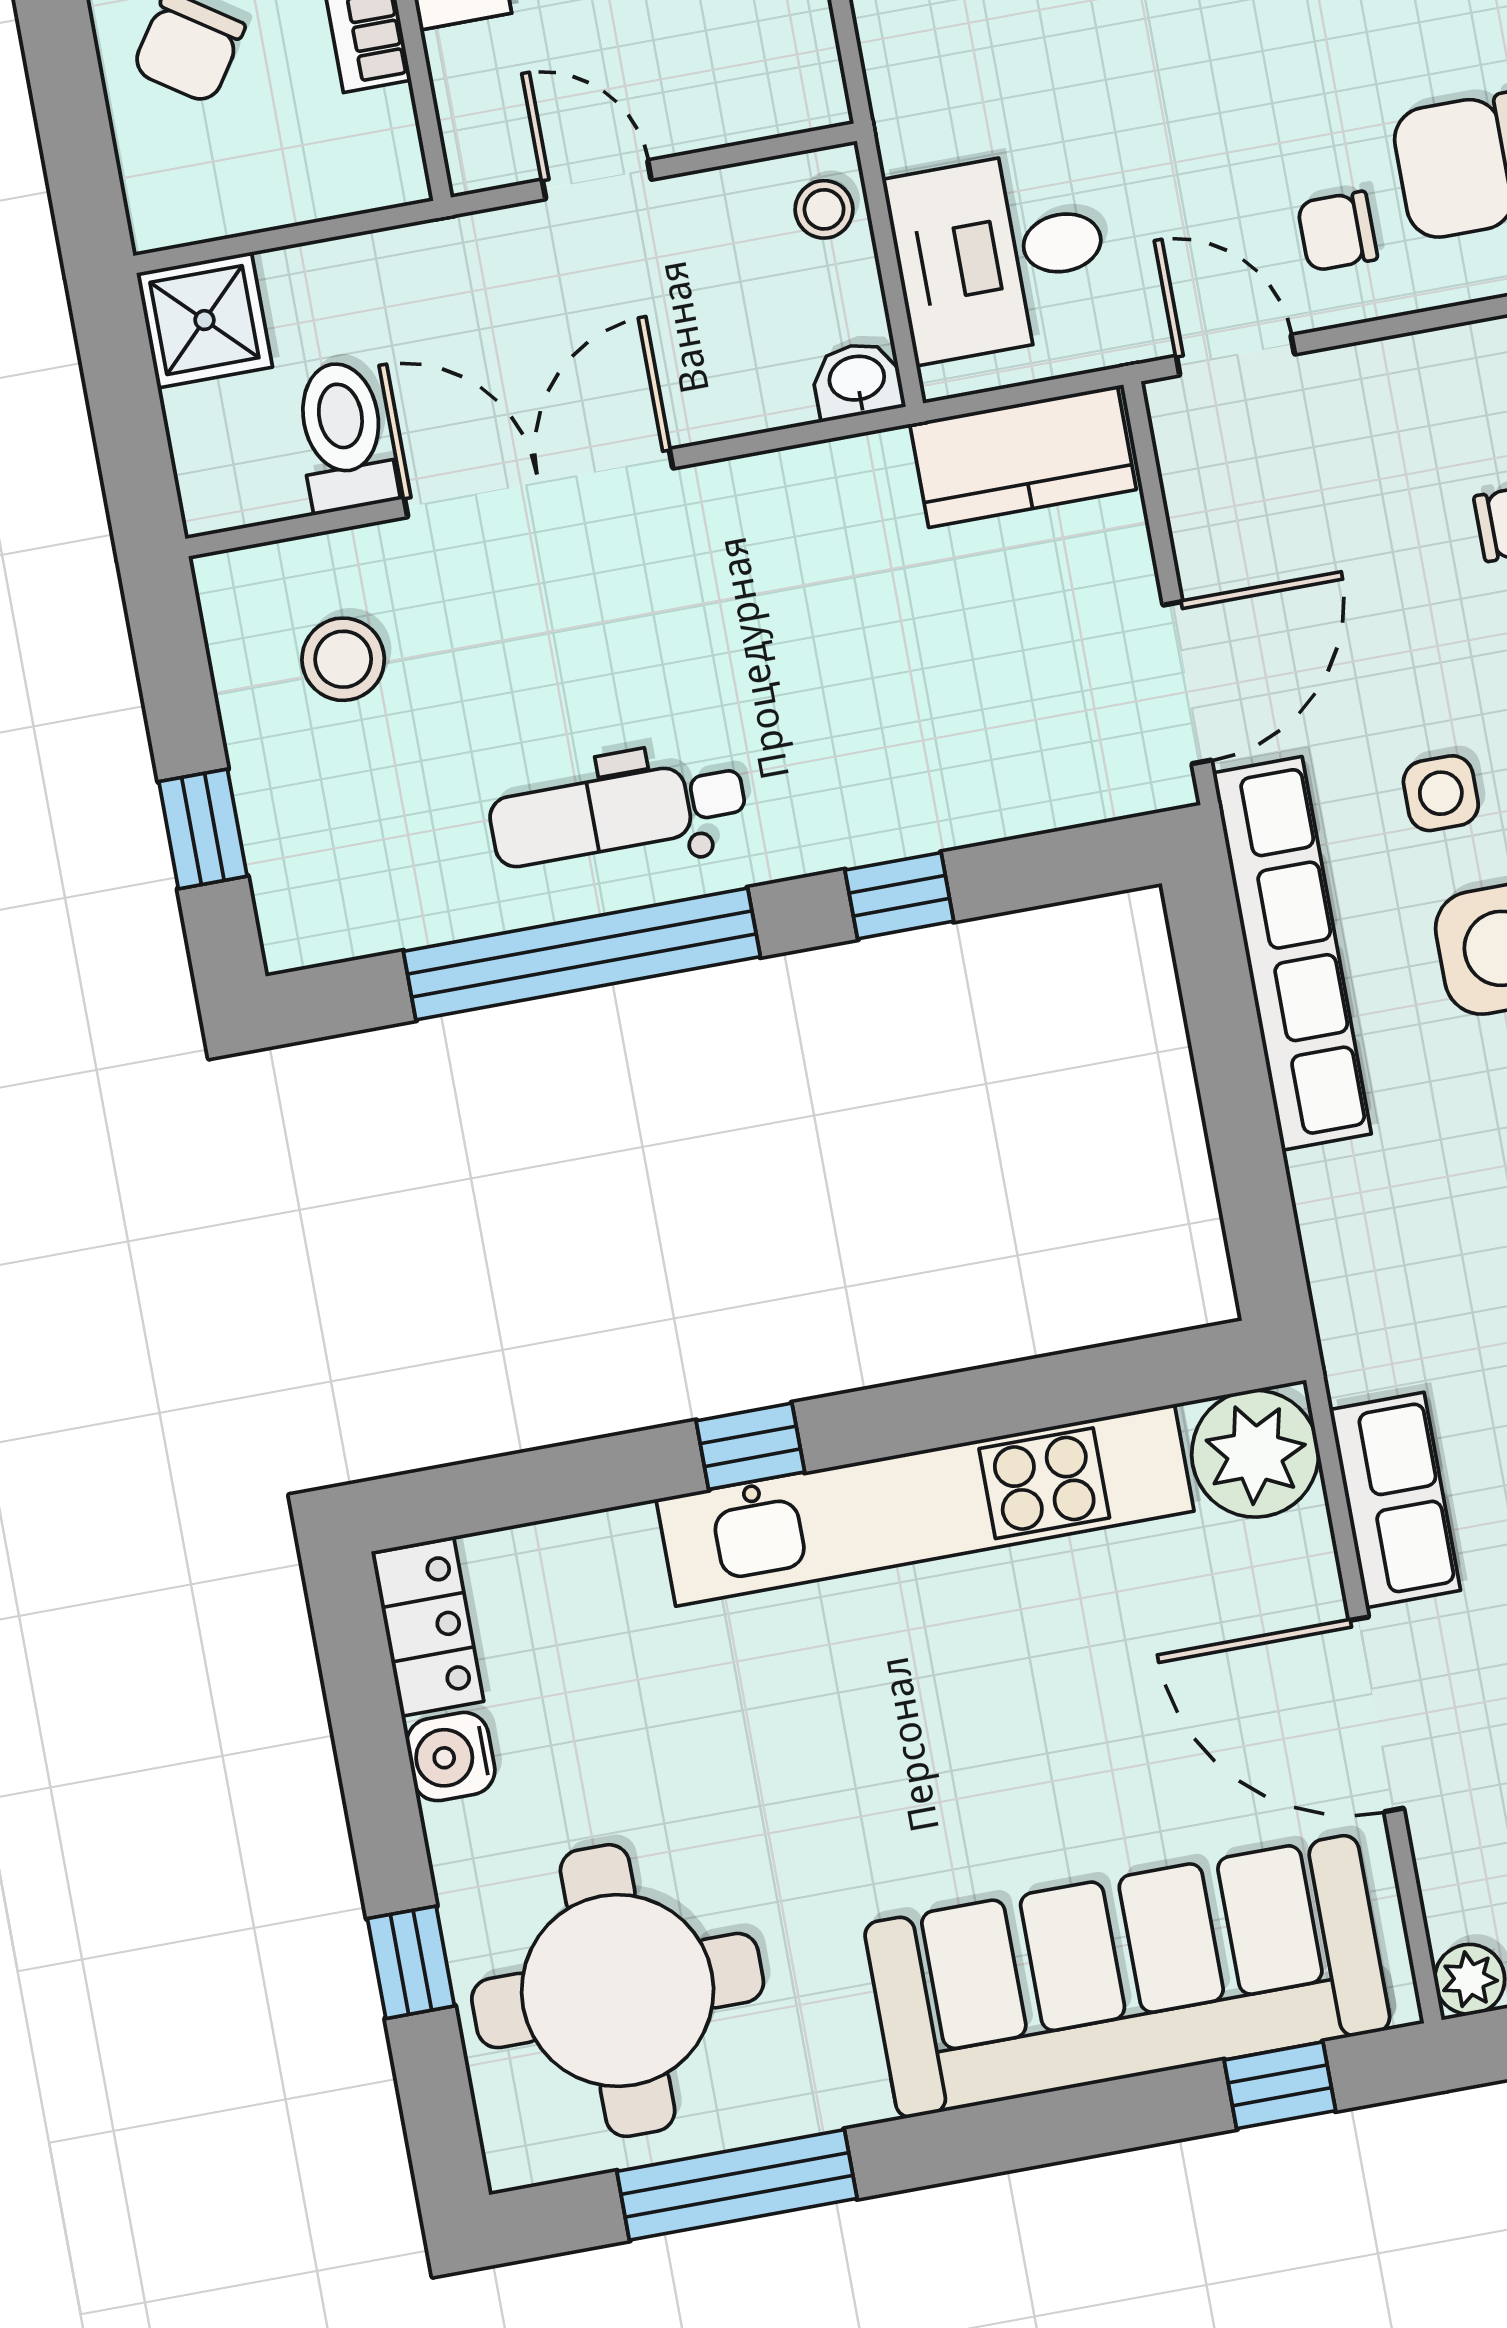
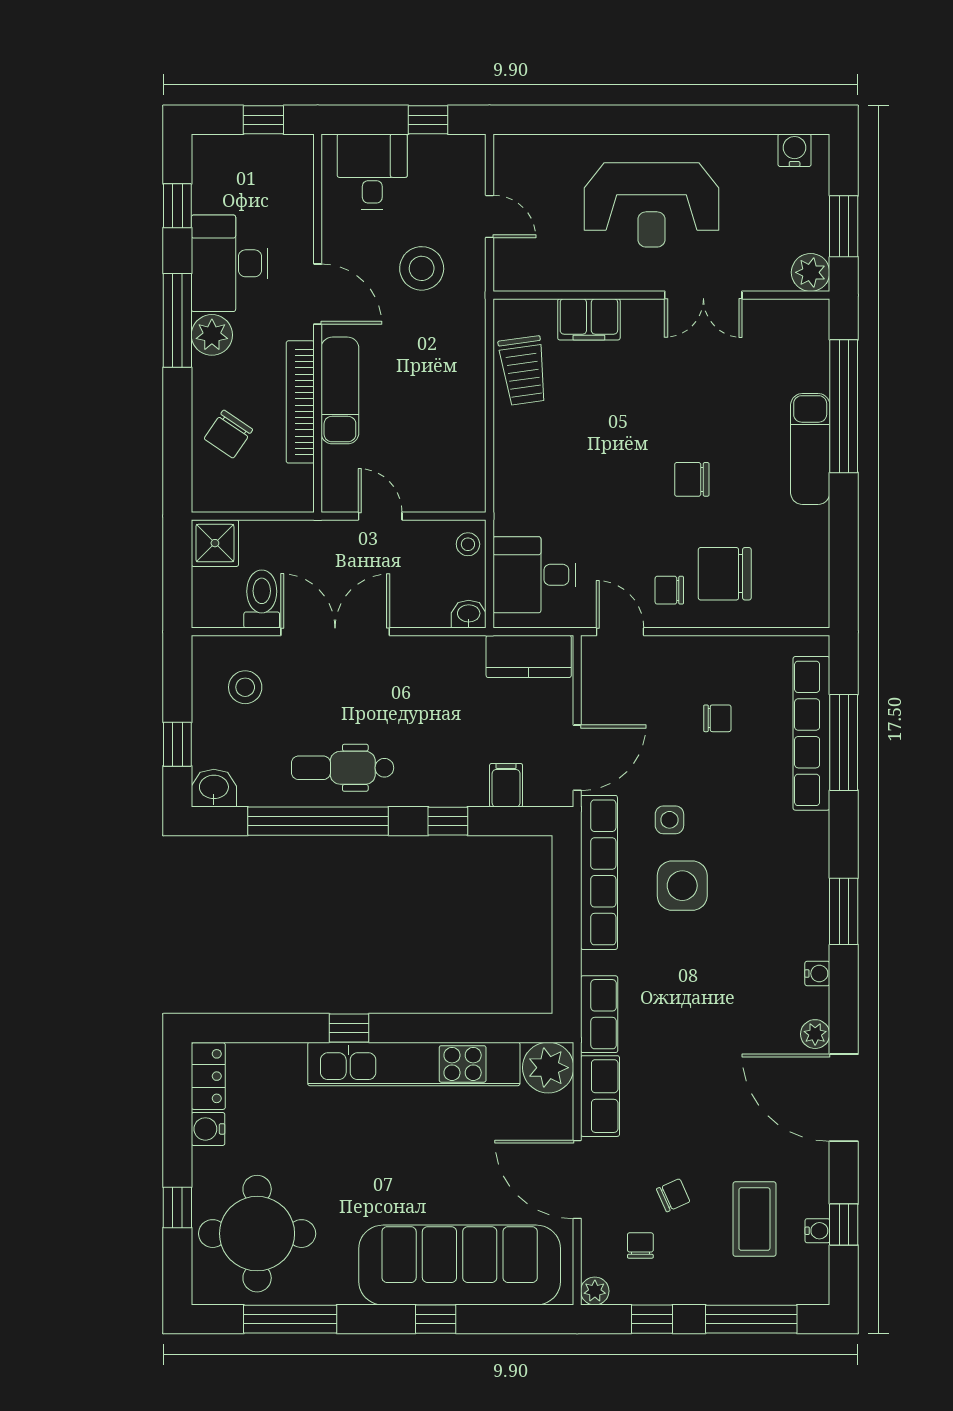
filing cabinet: (1025, 782) -> (506, 785), added
washbasin: (312, 920) -> (214, 788), added
row of seats: (1356, 1300) -> (599, 1014), added
window: (1280, 2085) -> (436, 1319), moved

